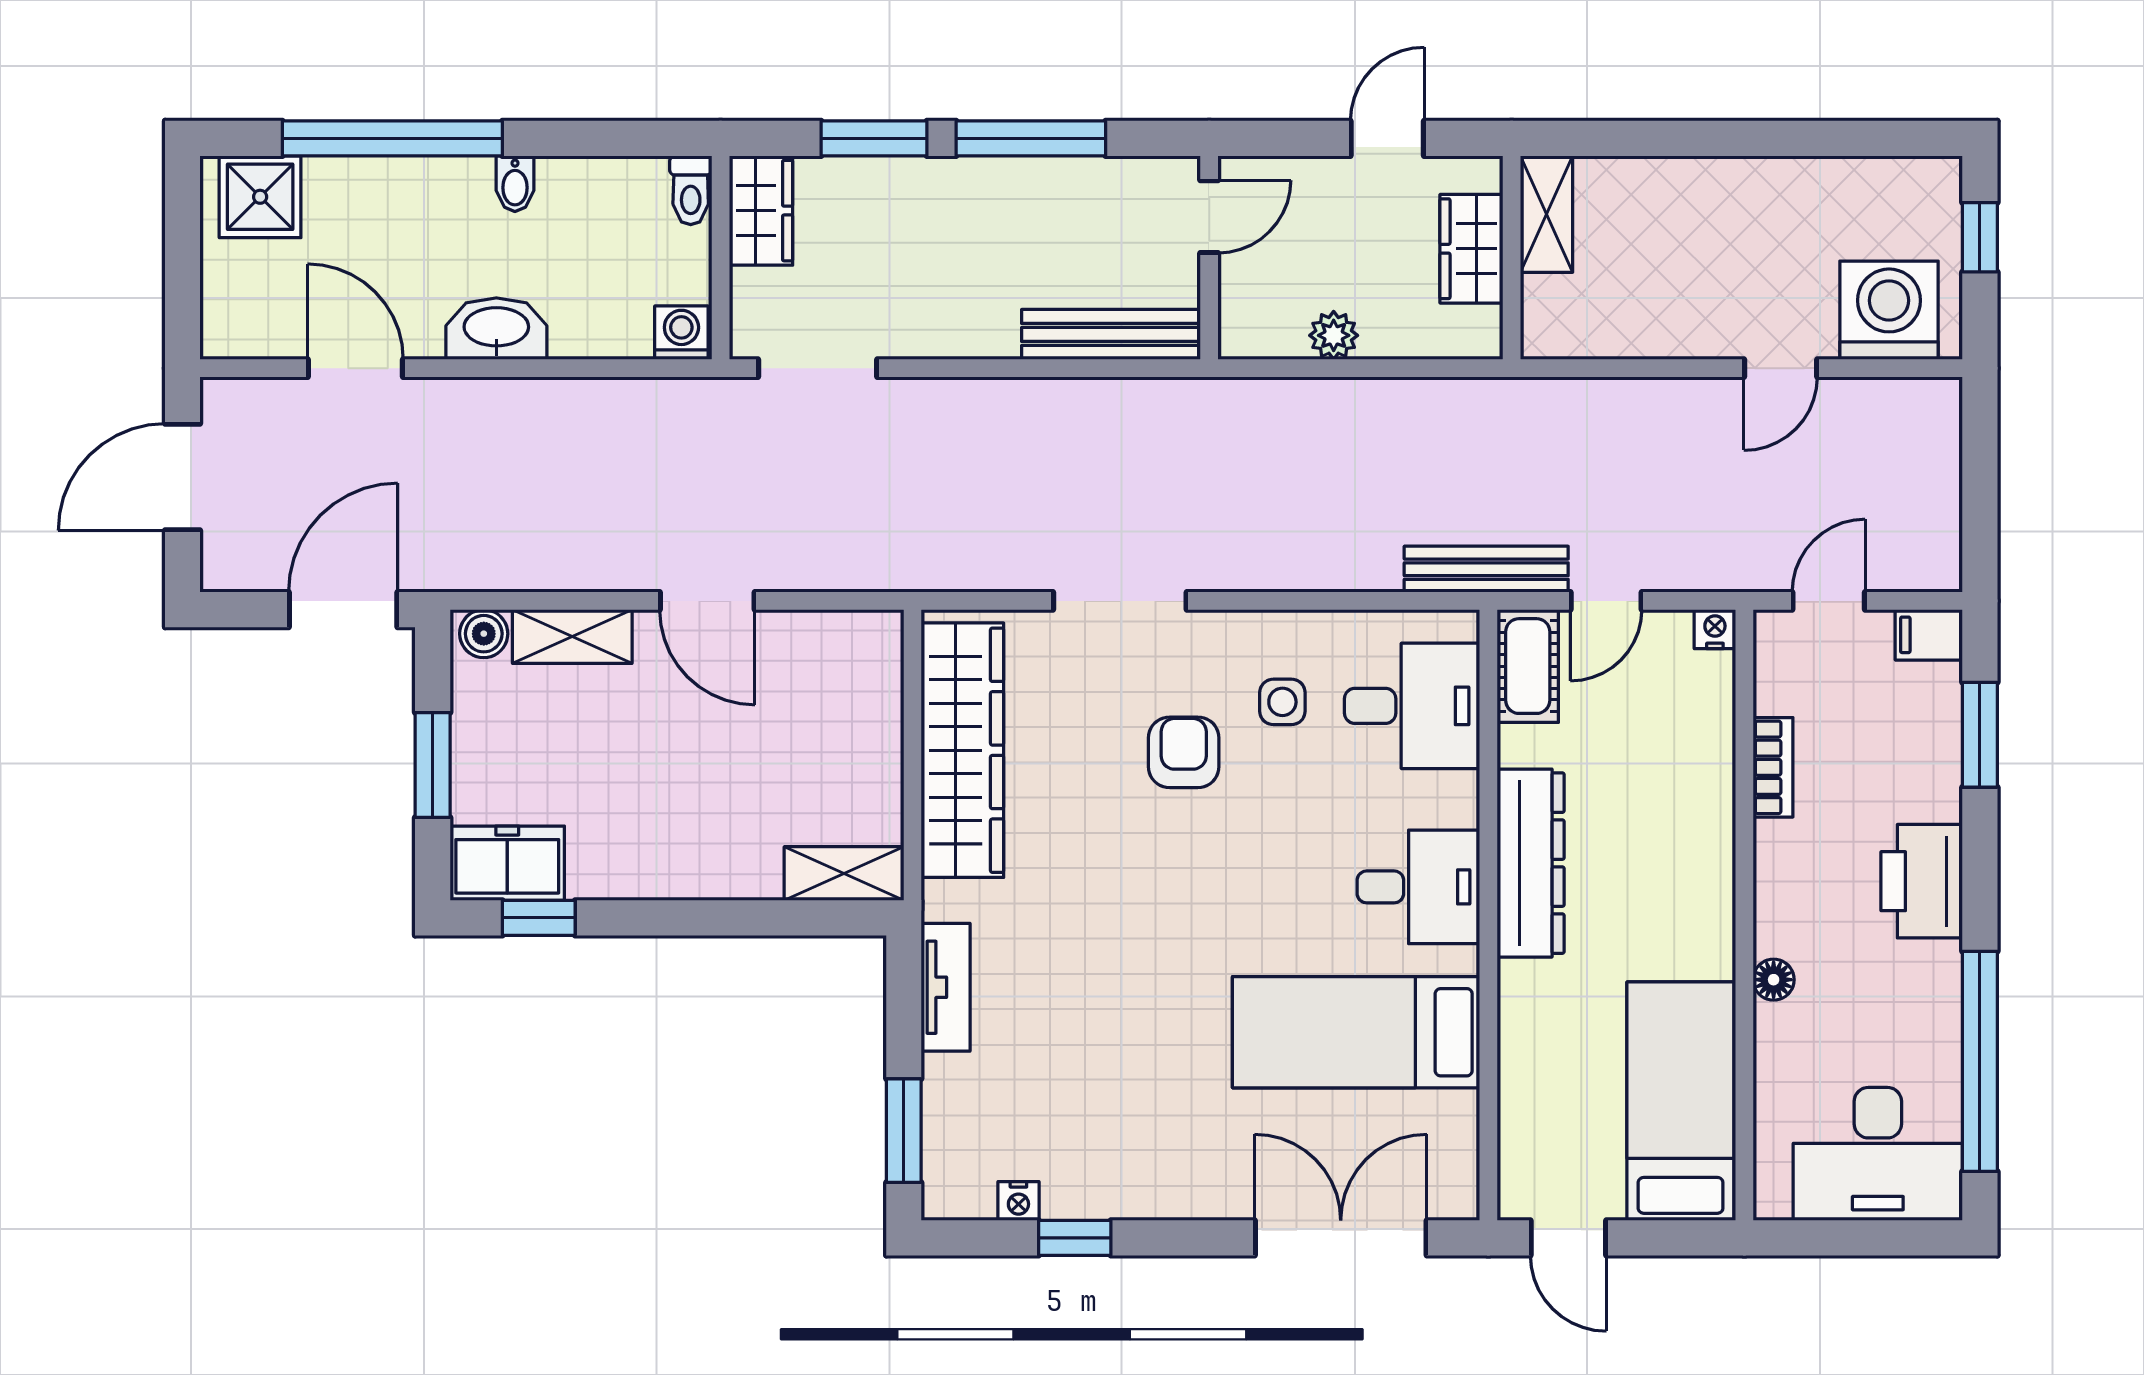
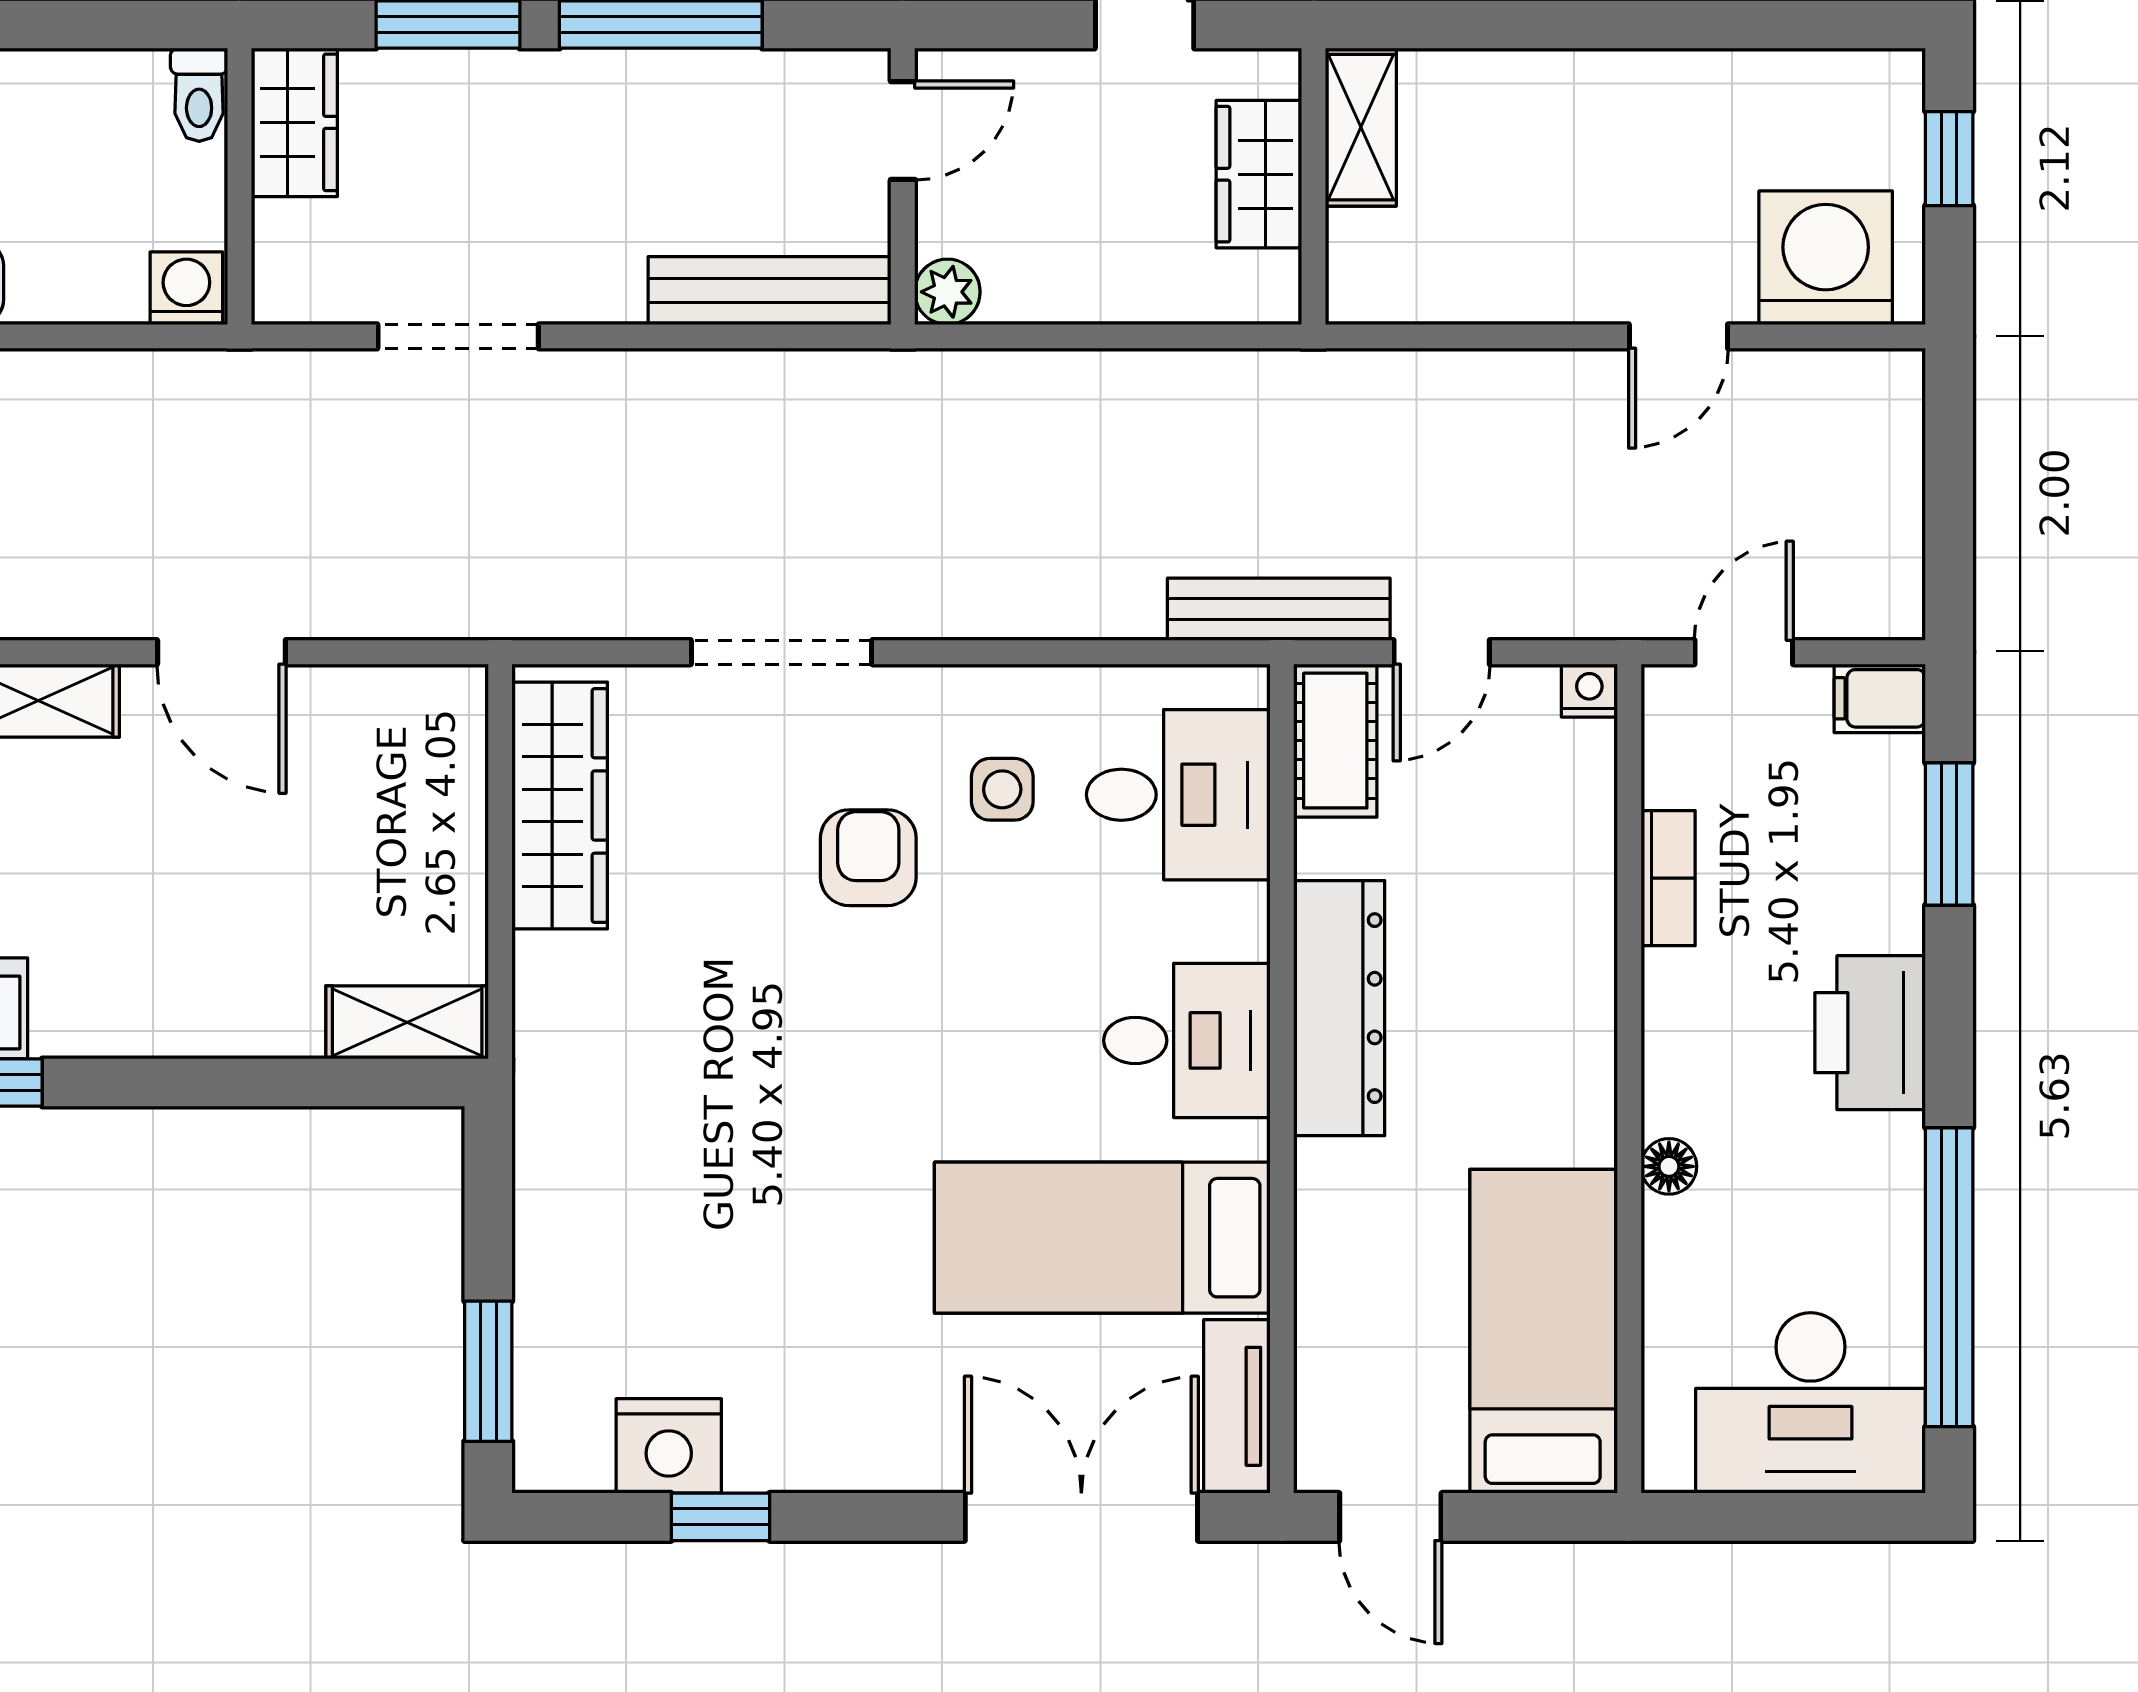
plant: (1334, 335) -> (947, 292), moved
doorway: (818, 368) -> (458, 336), moved
wardrobe: (962, 750) -> (560, 806), width x0.71, depth x0.85
tv unit: (946, 987) -> (1237, 1406), moved, turned 180
nightstand: (1018, 1201) -> (669, 1446), width x1.89, depth x1.79

